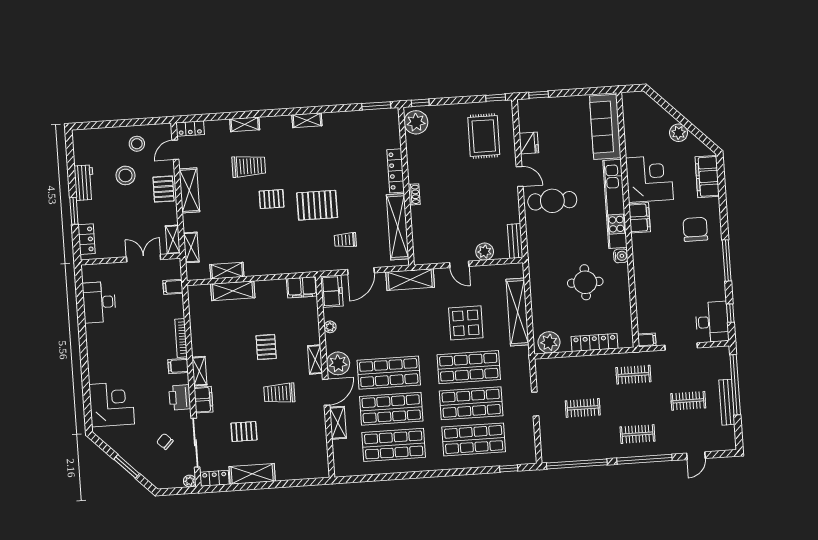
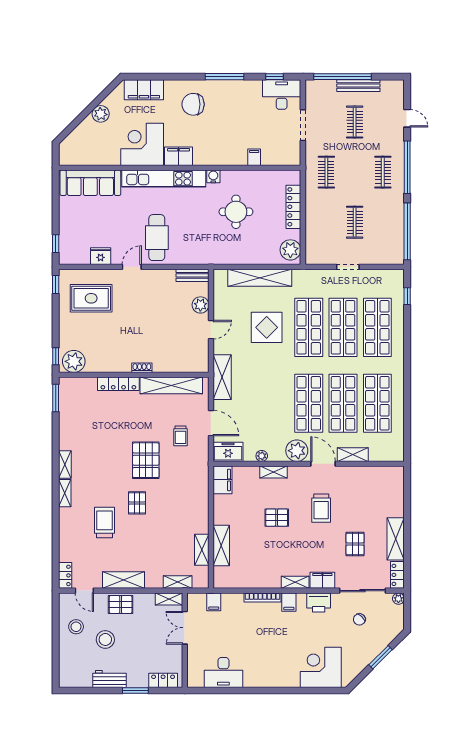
shelving: (245, 124) -> (65, 493), moved
filing cabinet: (647, 340) -> (254, 157), moved
shelving: (315, 360) -> (274, 472), moved

